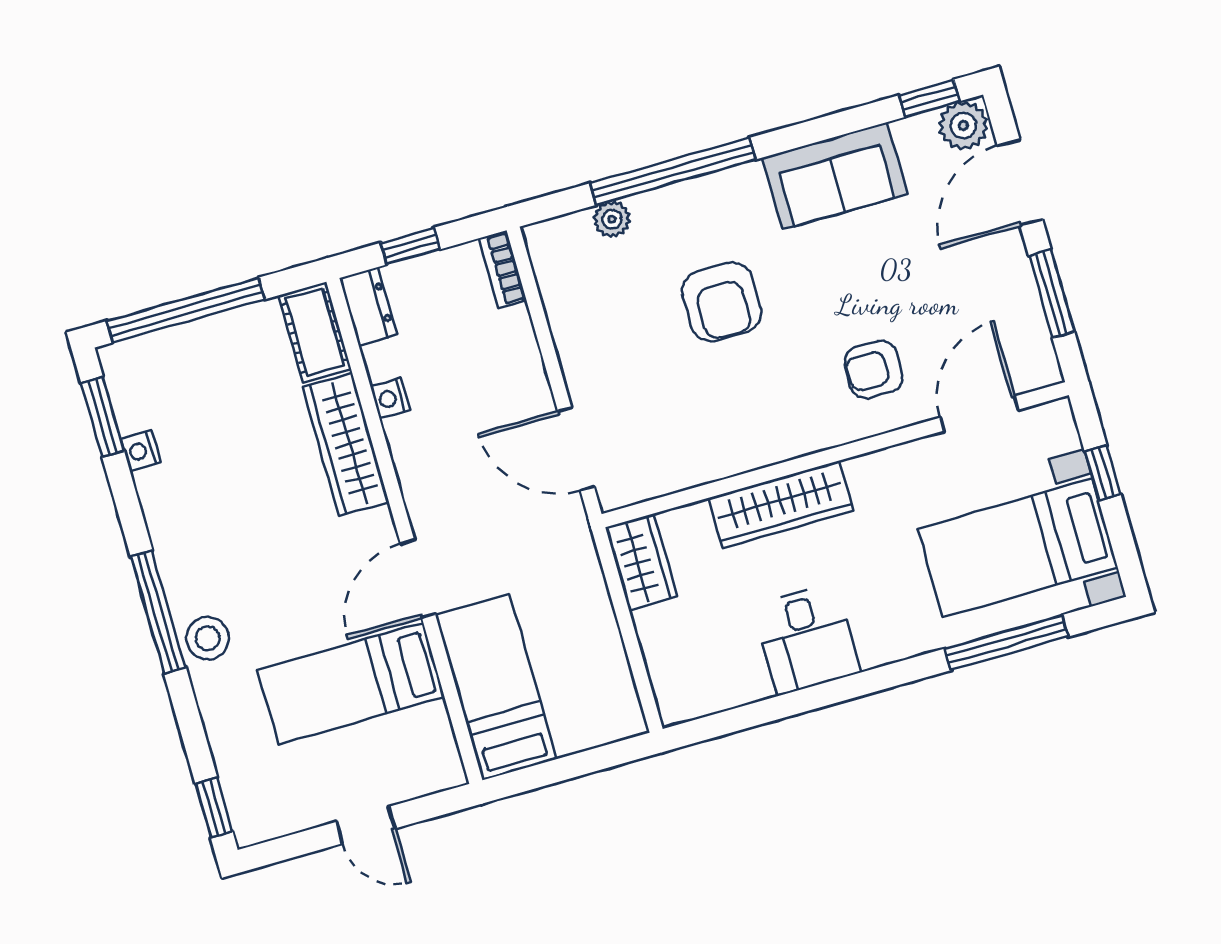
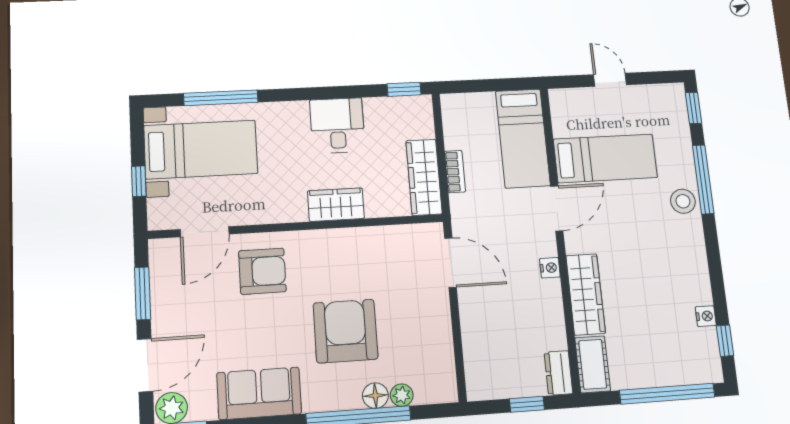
floor lamp: (653, 210) -> (375, 396), added
bookcase: (503, 269) -> (455, 172), moved
armchair: (722, 302) -> (345, 331), width x1.36, depth x1.36
armchair: (874, 369) -> (262, 271), width x1.38, depth x1.38
nightstand: (390, 398) -> (550, 268), moved
window: (103, 417) -> (725, 341), width x0.67
wardrobe: (781, 504) -> (336, 205), width x0.67
wardrobe: (641, 562) -> (424, 177), width x1.50
window: (158, 612) -> (703, 179), moved
window: (710, 727) -> (404, 89), added

